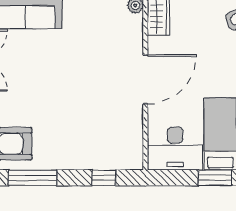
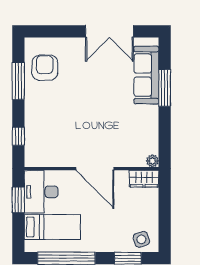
window: (215, 178) -> (18, 200), moved

